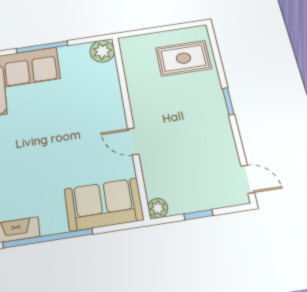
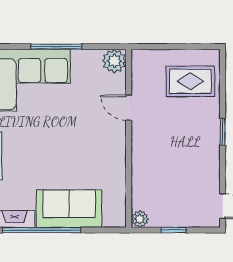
door: (133, 141) -> (129, 108), moved
sofa: (104, 204) -> (69, 209), moved

